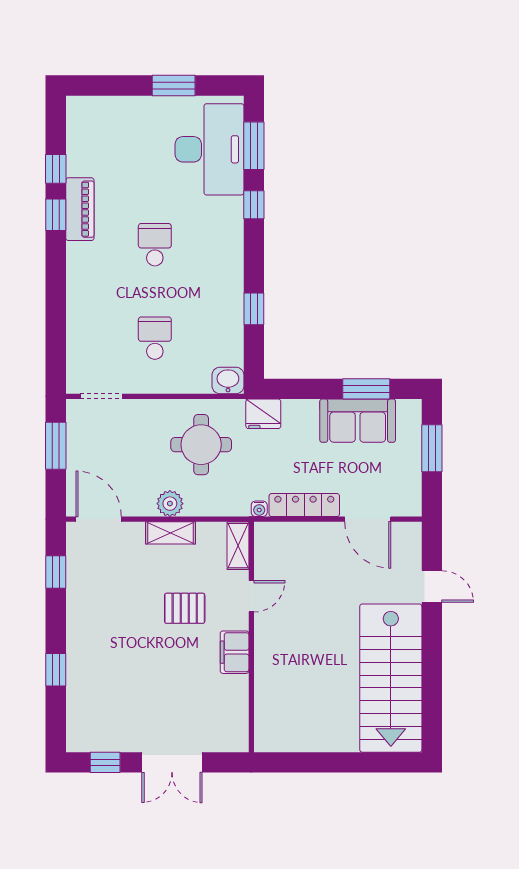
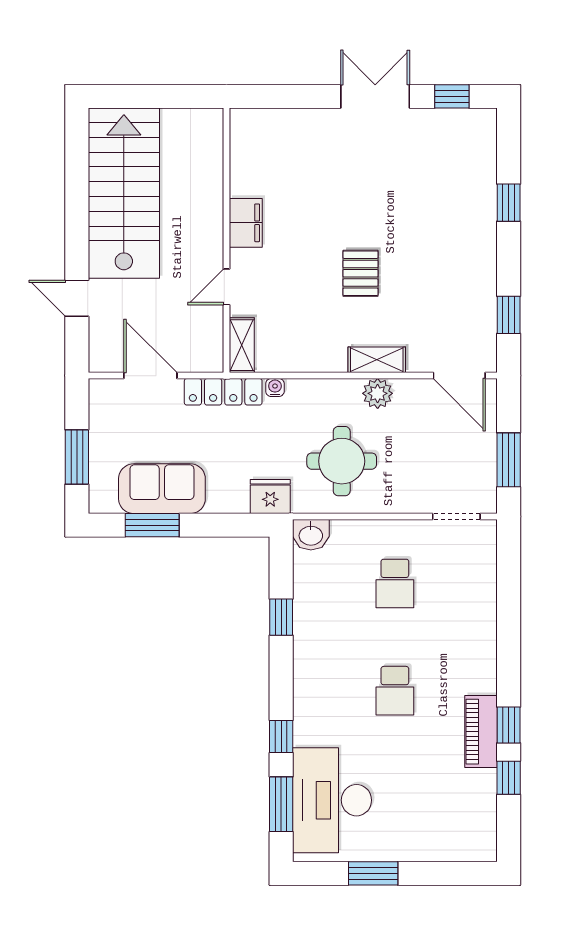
shelving: (238, 546) -> (242, 345), moved
door: (251, 596) -> (226, 287), moved
pallet: (185, 608) -> (361, 273), turned 90
wall: (251, 637) -> (226, 240), moved
filing cabinet: (235, 652) -> (246, 223), moved

